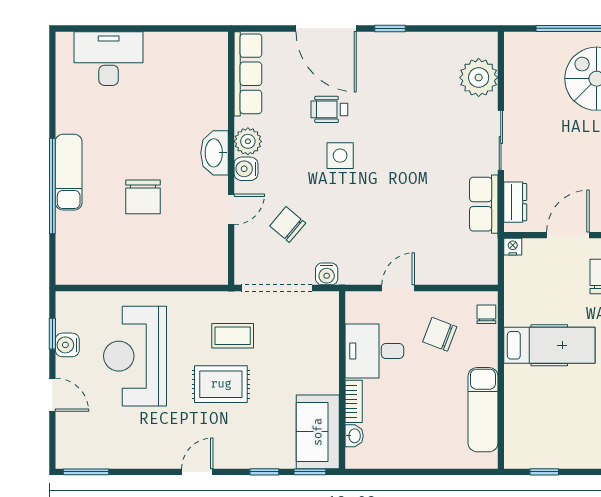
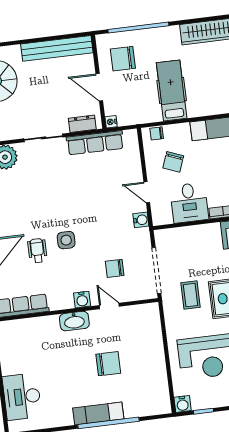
wheelchair: (329, 109) -> (37, 251), turned 180
plant: (248, 141) -> (64, 301), removed
row of seats: (484, 204) -> (95, 143), width x1.48
chair: (288, 225) -> (115, 268), turned 50
water cooler: (327, 274) -> (141, 220), moved
water cooler: (67, 345) -> (183, 404), moved

